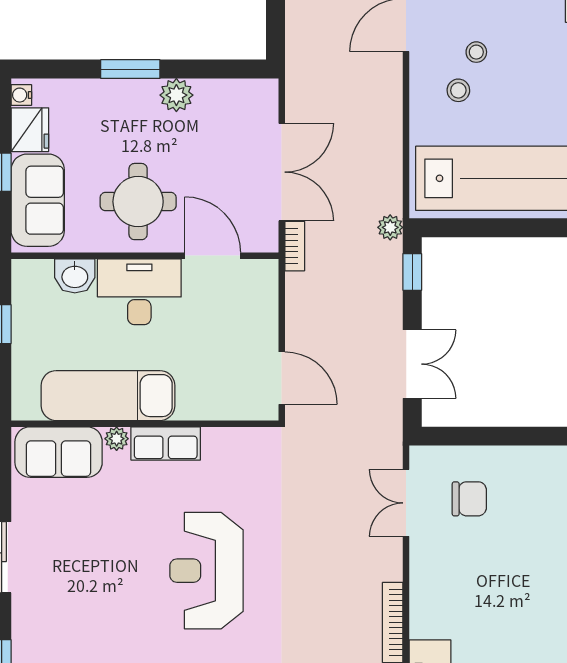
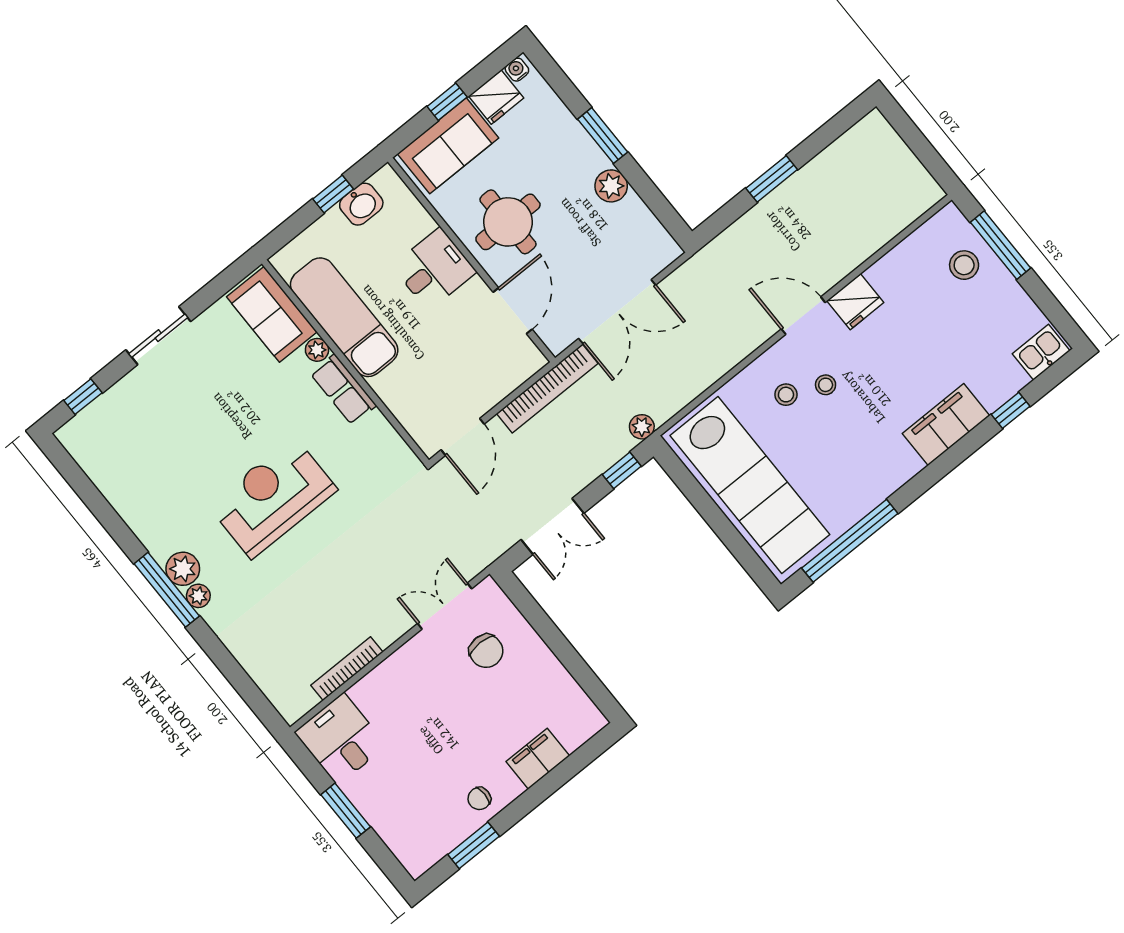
bookcase: (295, 246) -> (547, 388), width x2.31, depth x1.31
washbasin: (75, 276) -> (361, 204), moved, turned -90
desk: (139, 292) -> (434, 269), width x0.73

